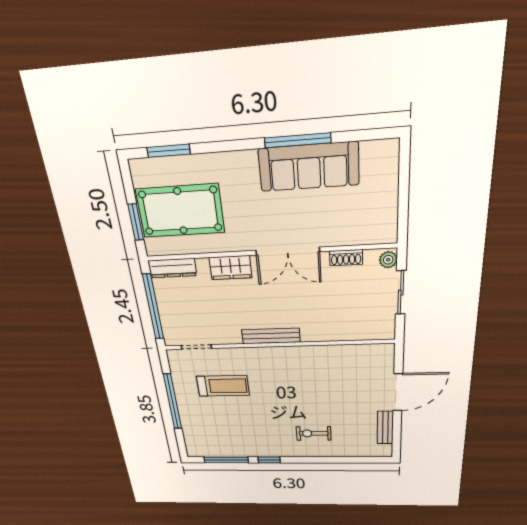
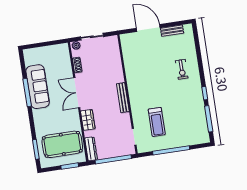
pool table: (180, 211) -> (62, 144), turned 90
double door: (288, 251) -> (77, 93), swing flipped
treadmill: (223, 386) -> (157, 122), turned 180

